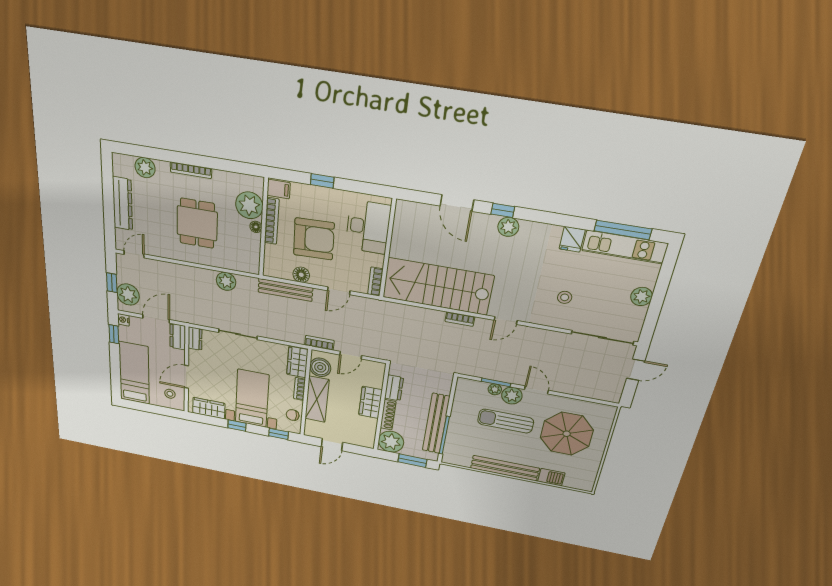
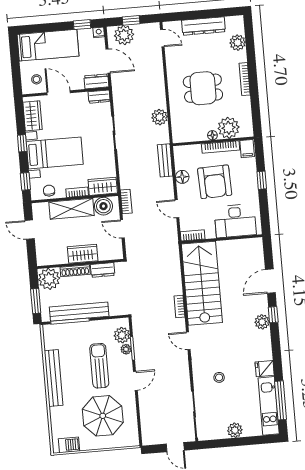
bench: (285, 290) -> (165, 160), width x0.73
plant: (512, 396) -> (122, 335), moved
barbecue: (551, 477) -> (69, 445), moved, turned -90

